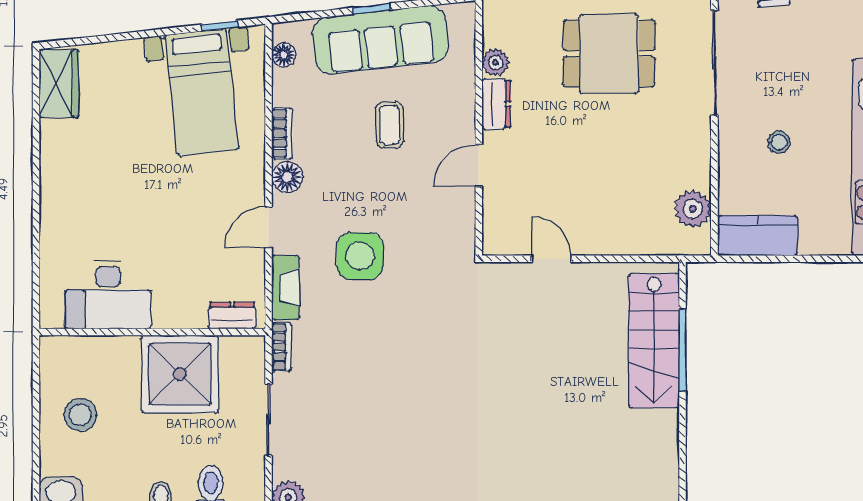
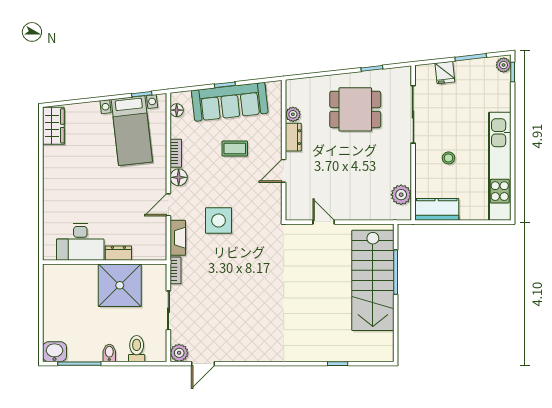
coffee table: (390, 125) -> (235, 149), turned 90
dresser: (232, 315) -> (118, 253), moved
stairs: (654, 341) -> (373, 280), width x1.36, depth x1.51
stool: (80, 415) -> (65, 308), removed

